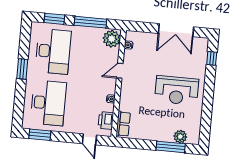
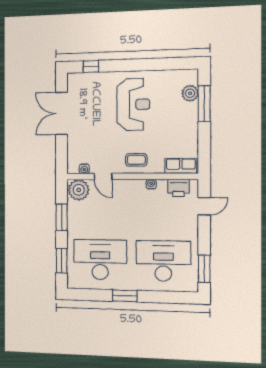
window: (90, 22) -> (62, 217), width x0.69
double door: (176, 30) -> (62, 113), swing flipped
door: (120, 71) -> (103, 176), moved
coffee table: (132, 89) -> (136, 160), added

